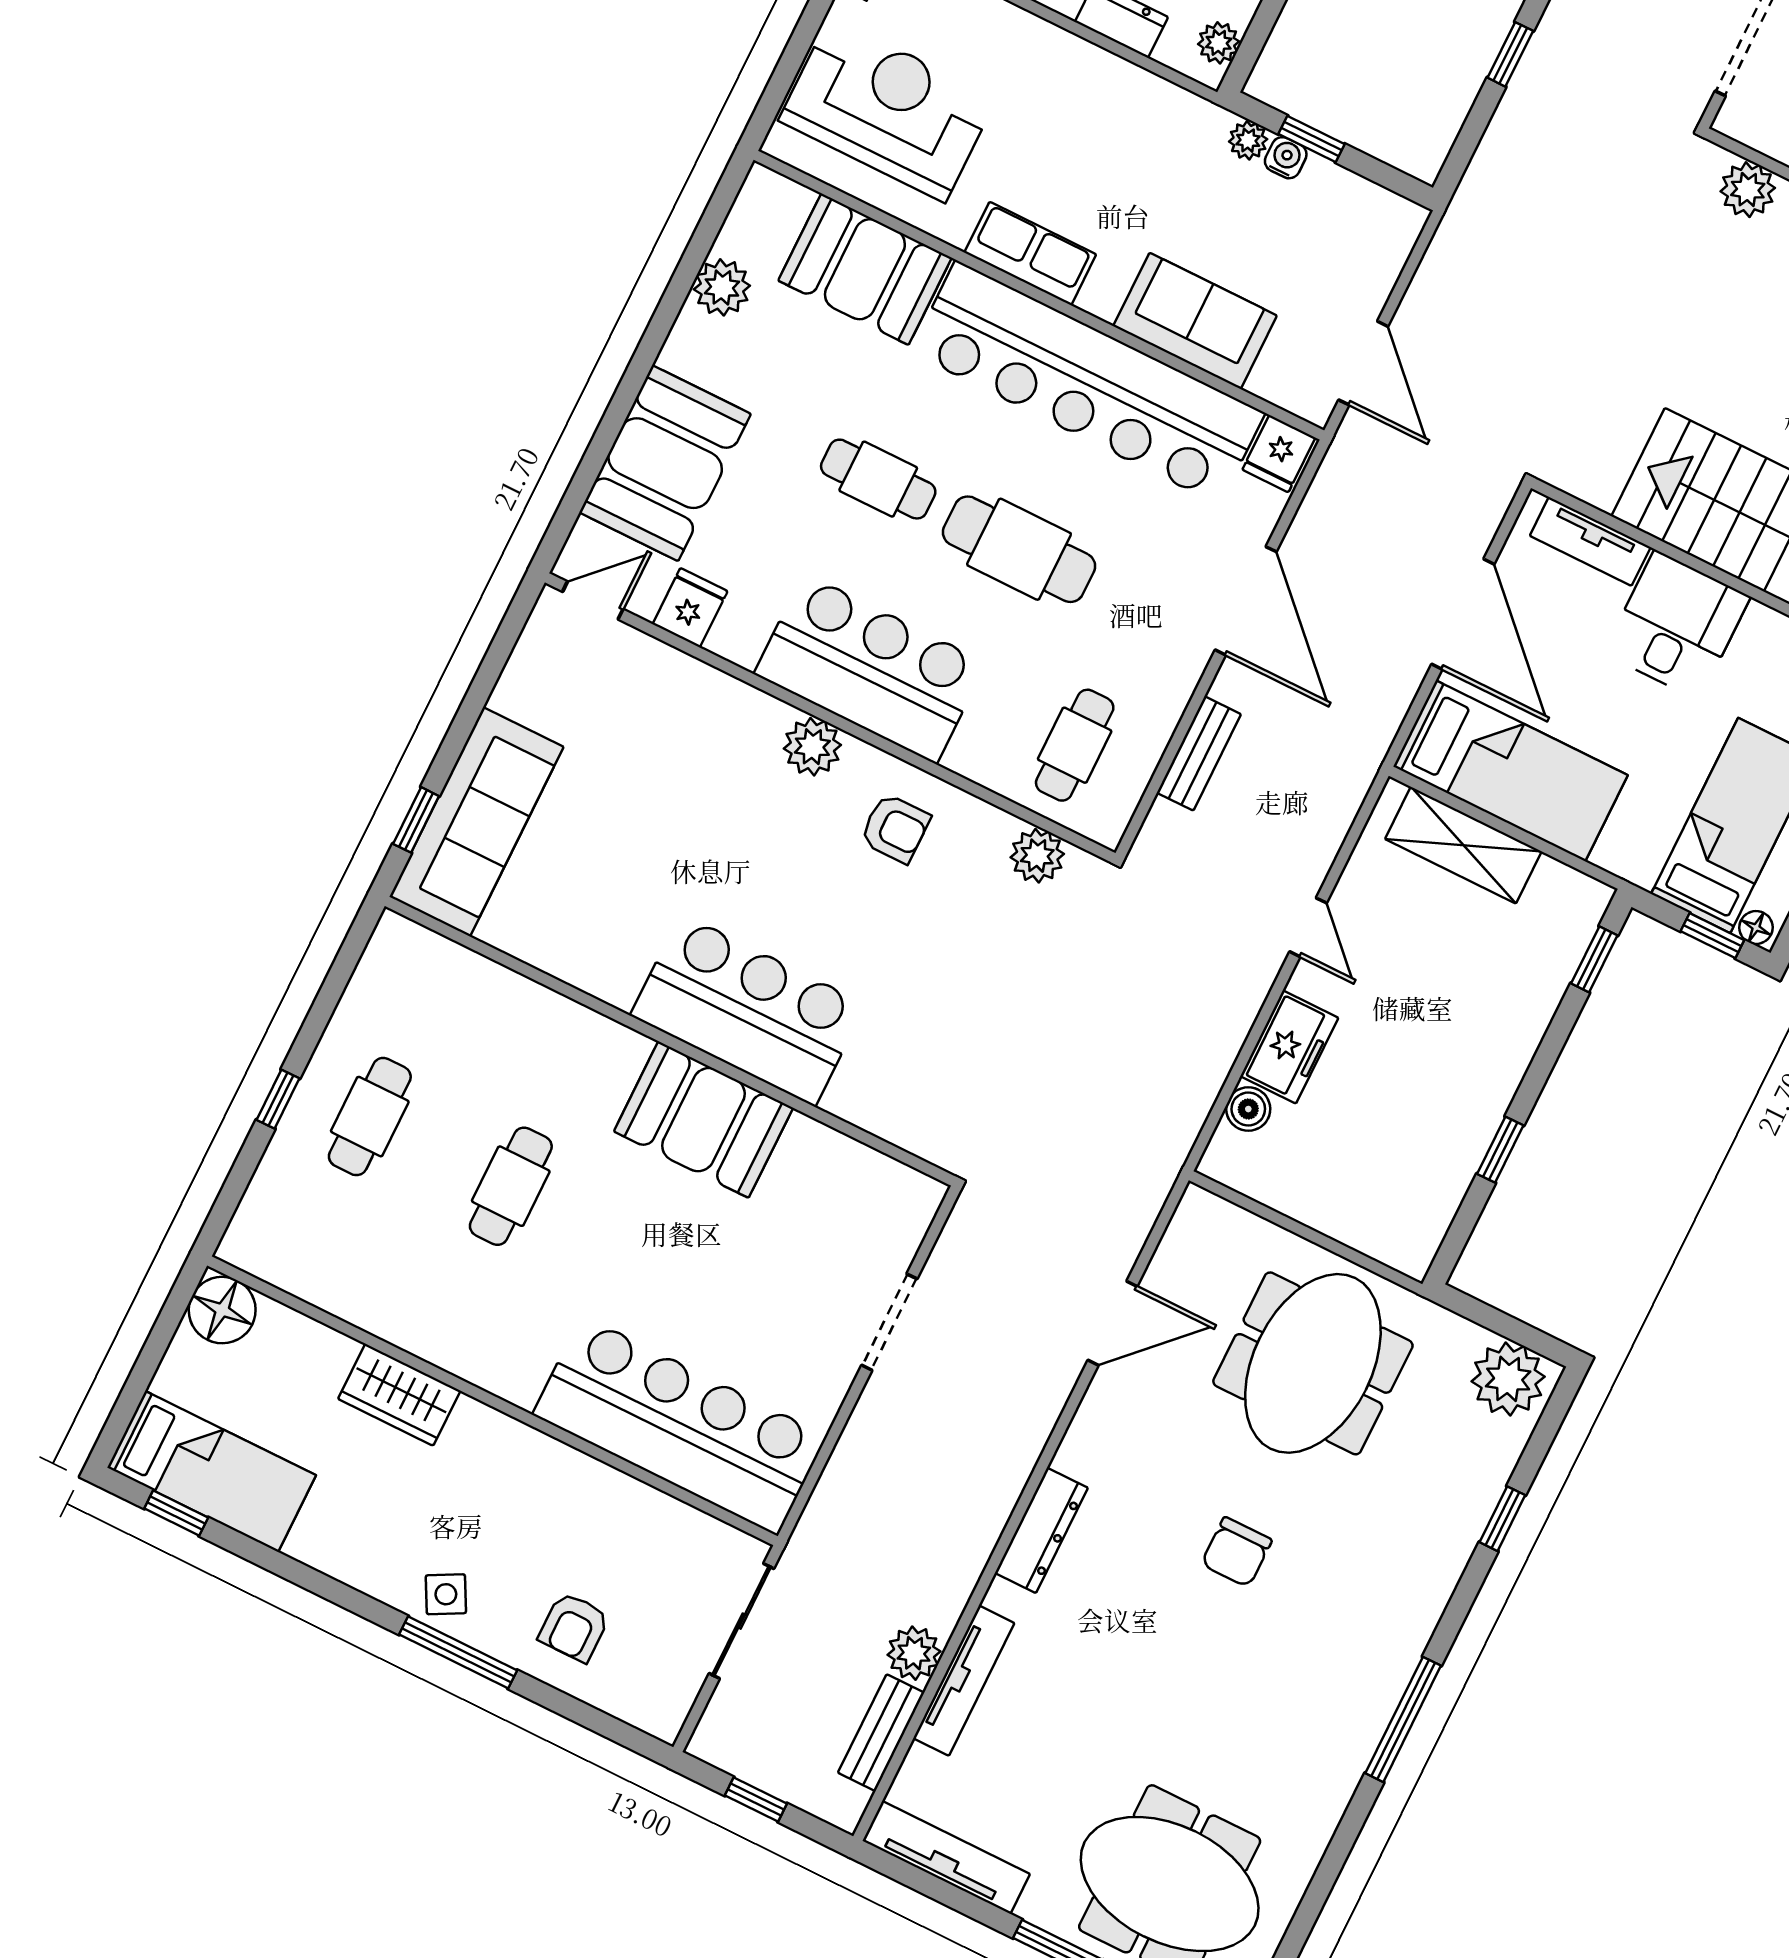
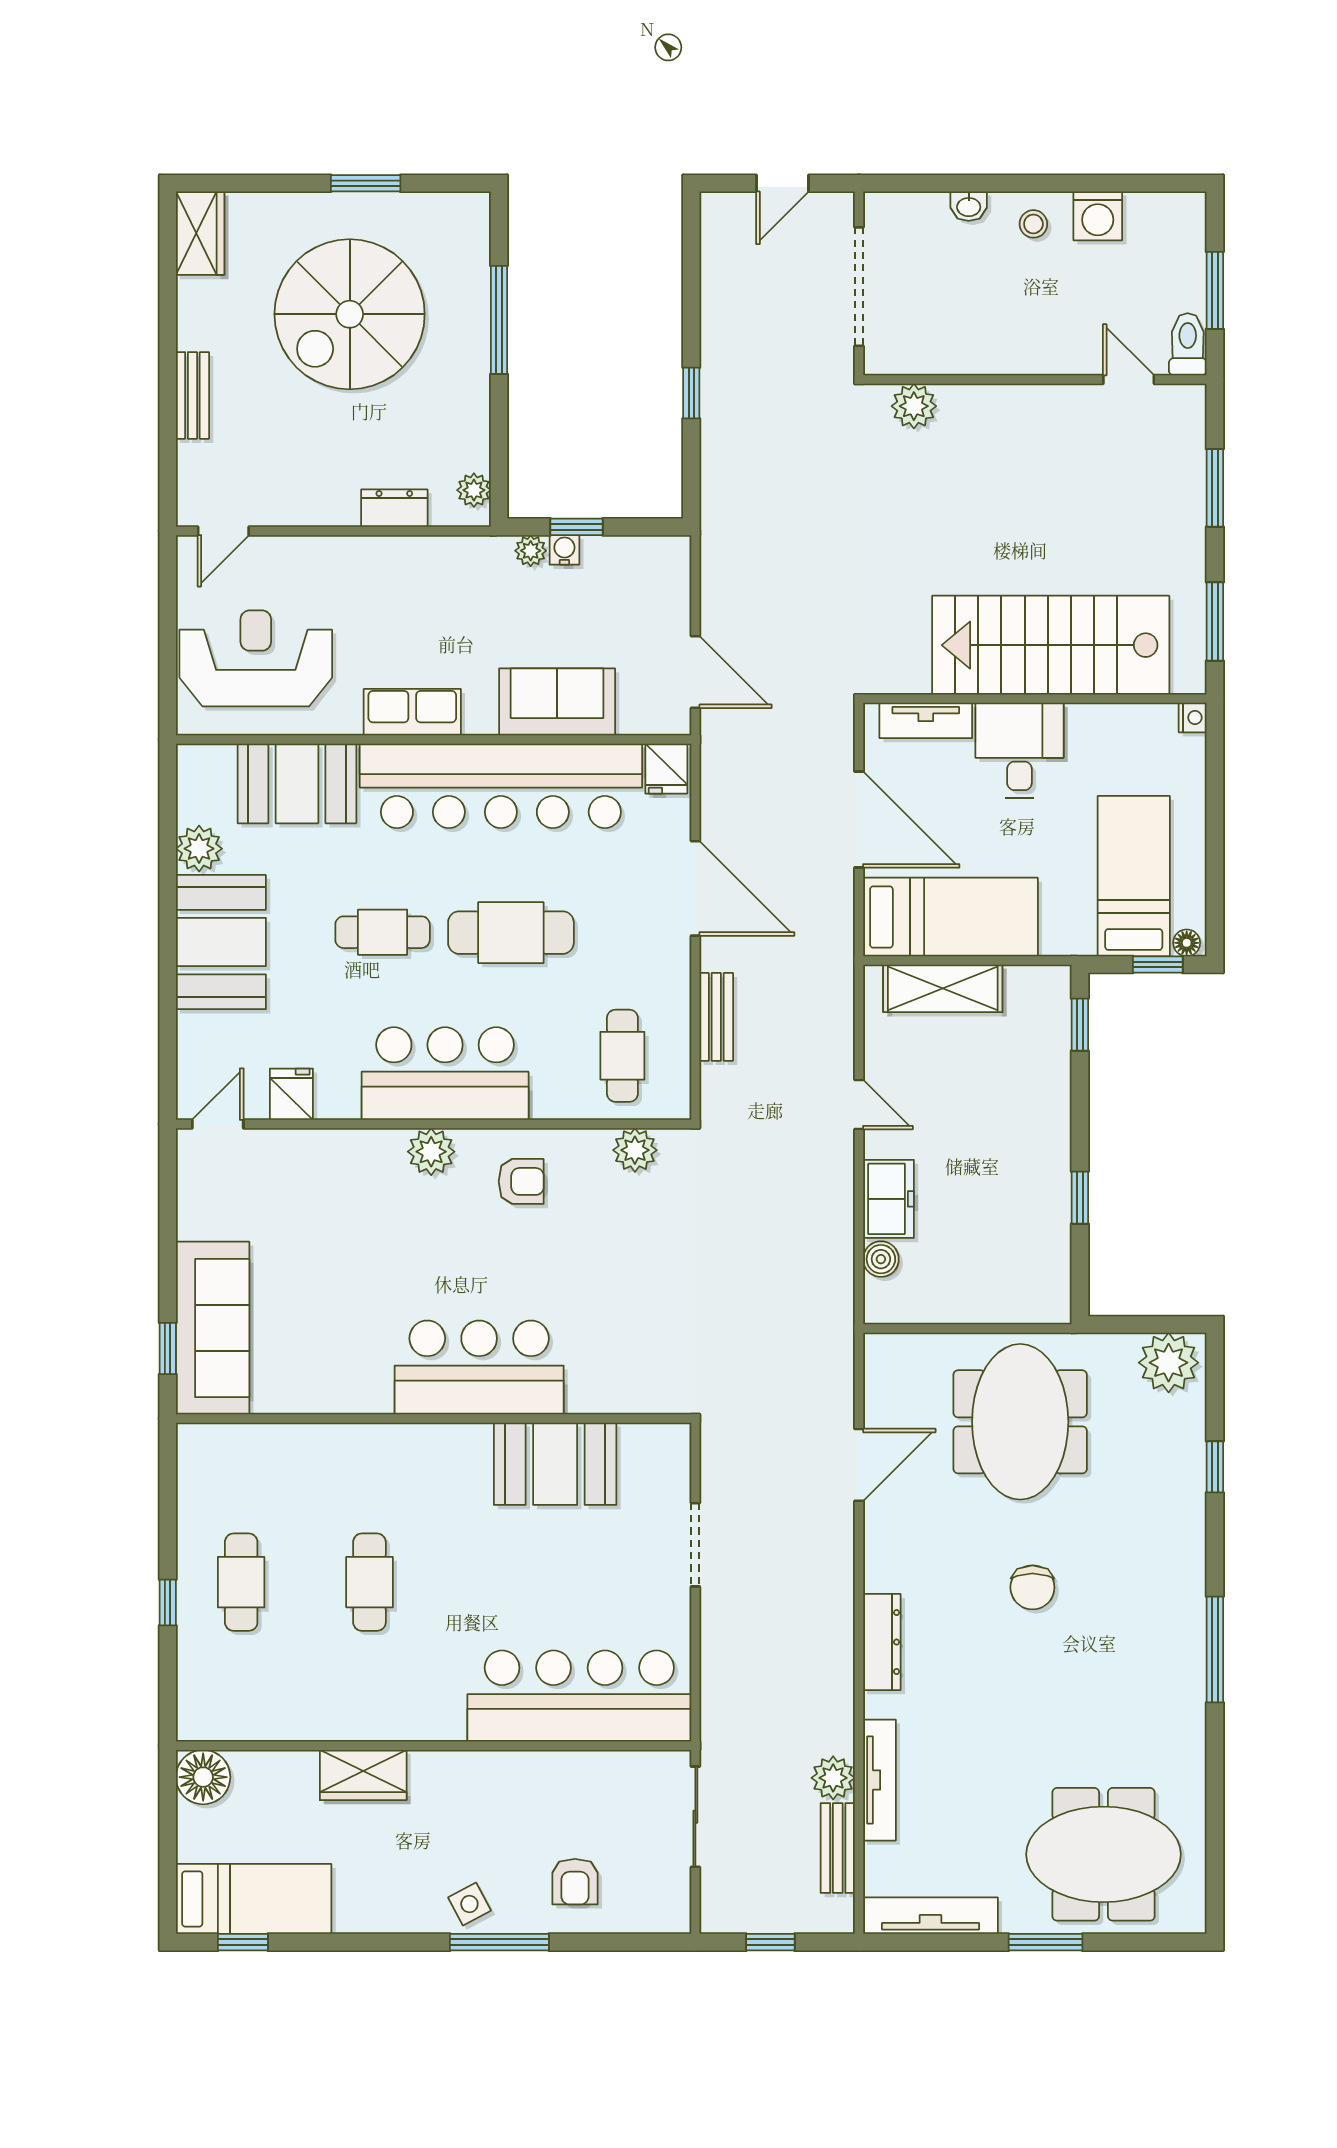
booth: (665, 463) -> (221, 942), moved
booth: (703, 1120) -> (555, 1464), moved

